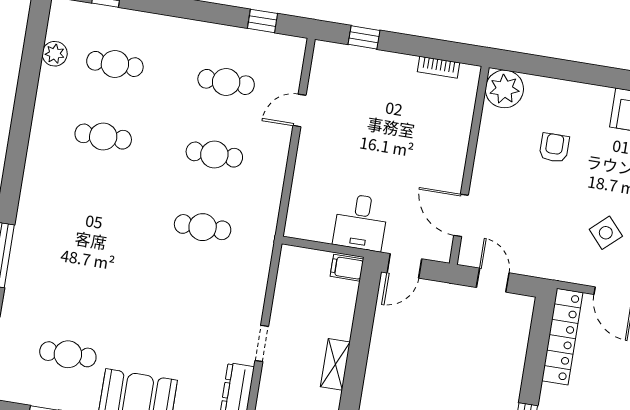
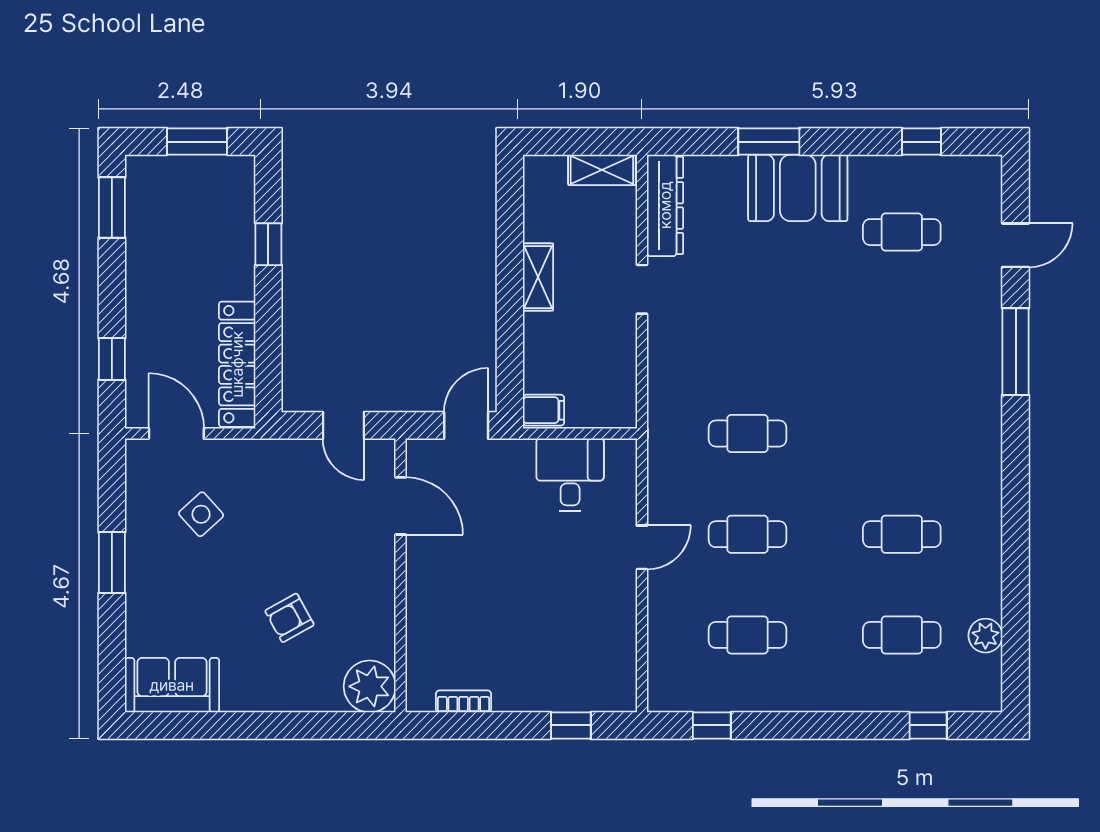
door: (300, 110) -> (642, 547), moved
armchair: (554, 148) -> (290, 618), turned 61
desk: (361, 222) -> (570, 475), moved

